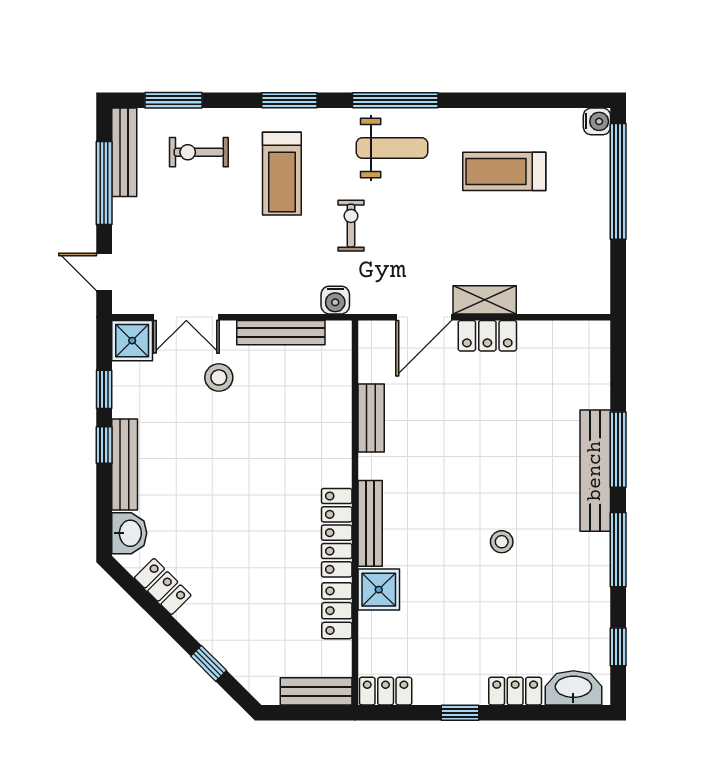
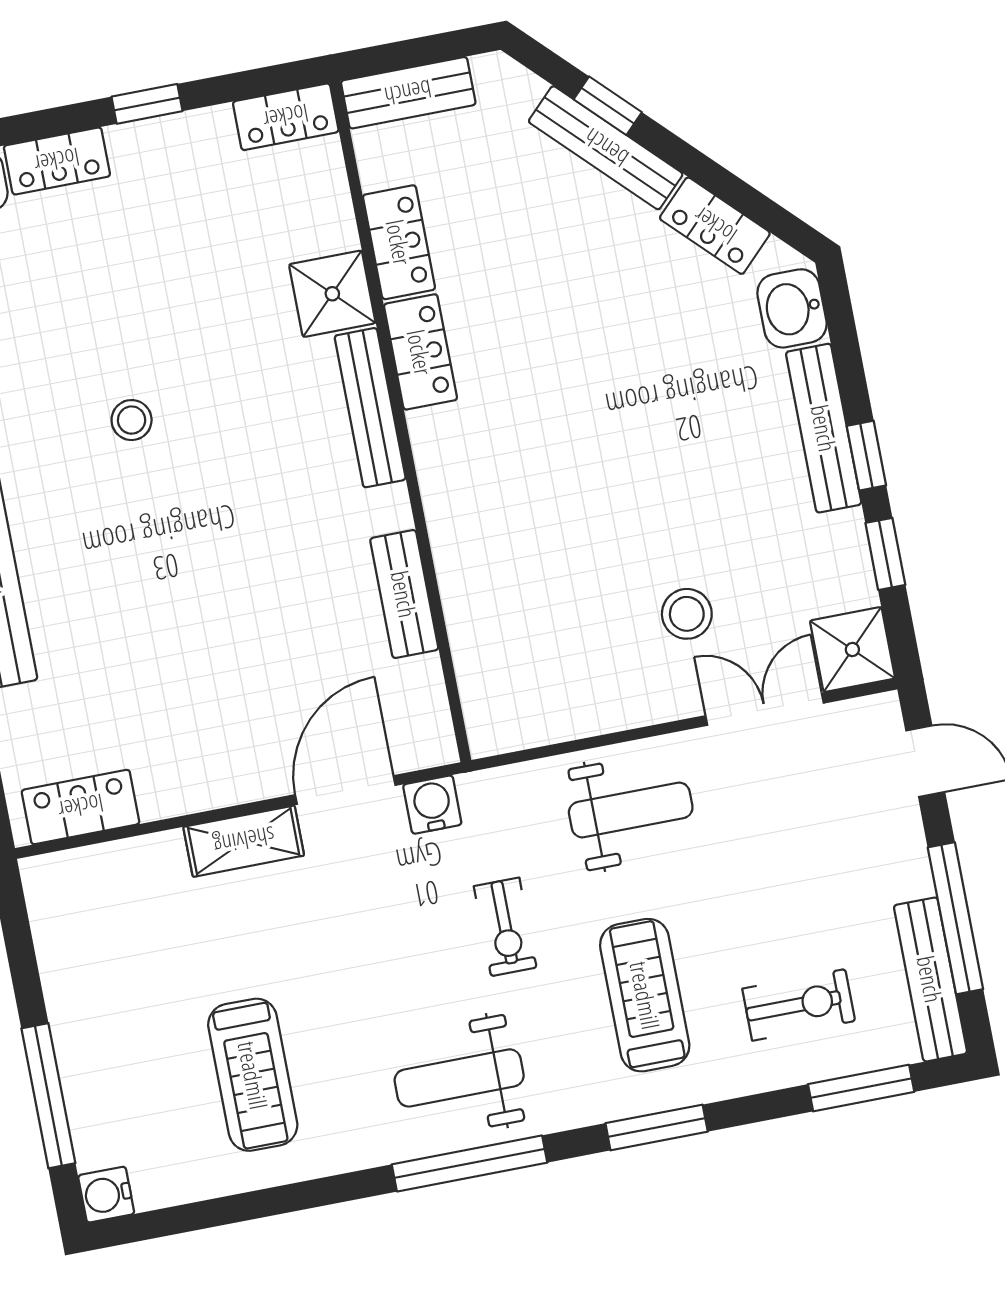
treadmill: (504, 171) -> (253, 1075), turned 90
window: (618, 181) -> (48, 1096), width x0.68
weight bench: (270, 276) -> (631, 810), added
water cooler: (335, 300) -> (432, 805), moved
bench: (281, 333) -> (606, 148), moved, turned 45
locker: (487, 336) -> (81, 807), moved
locker: (337, 533) -> (420, 352), width x0.66

